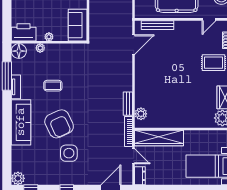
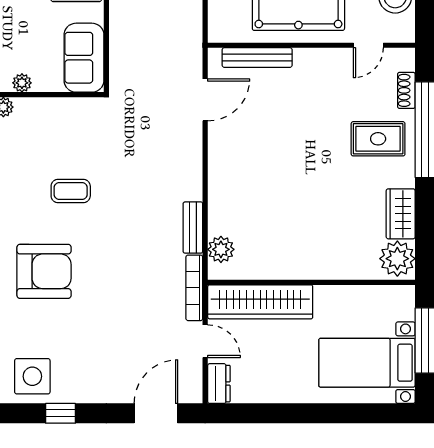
coffee table: (53, 86) -> (71, 191), moved
armchair: (59, 124) -> (44, 271), turned -65
side table: (69, 153) -> (32, 376), moved

